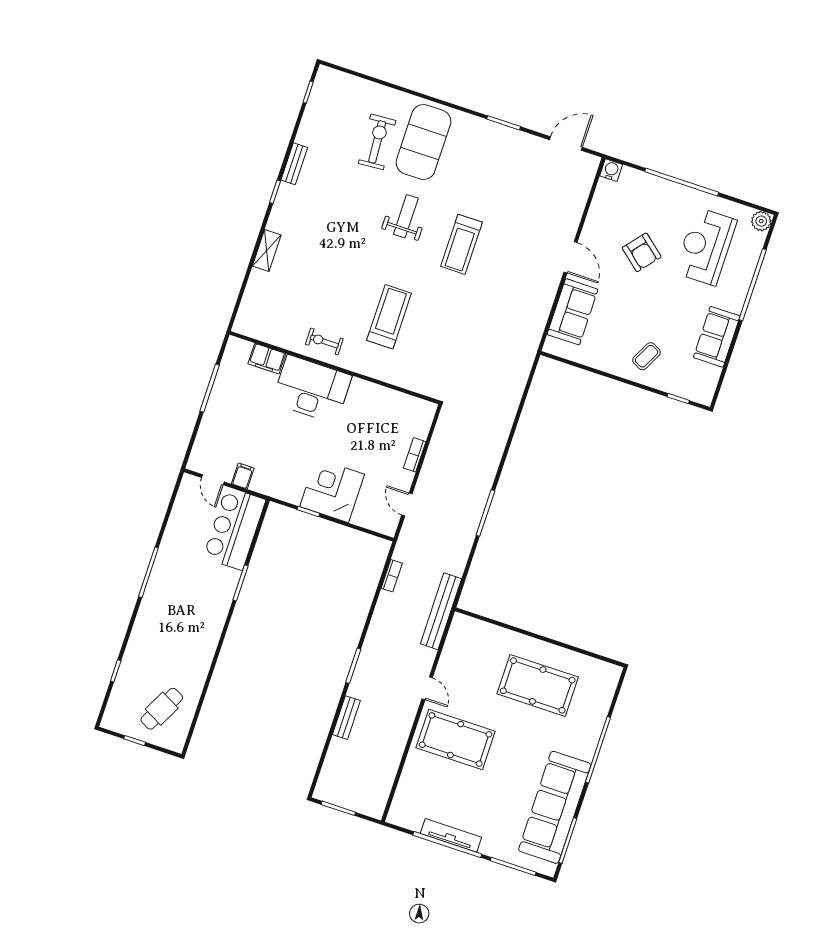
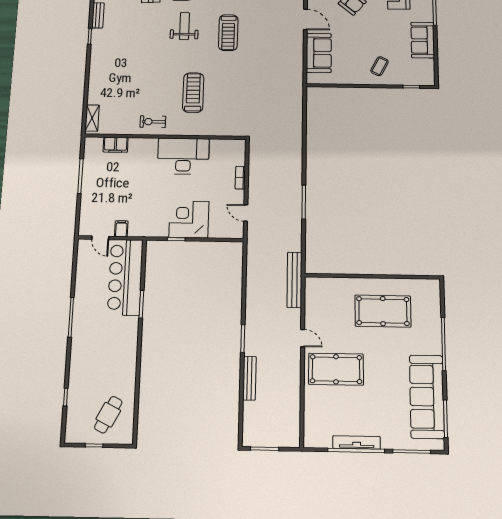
shelving: (267, 250) -> (92, 118), moved
desk: (312, 389) -> (183, 156), moved
bar counter: (234, 529) -> (125, 277), width x1.36
bookcase: (392, 576) -> (251, 266), removed
bench: (346, 718) -> (249, 378), width x1.36

